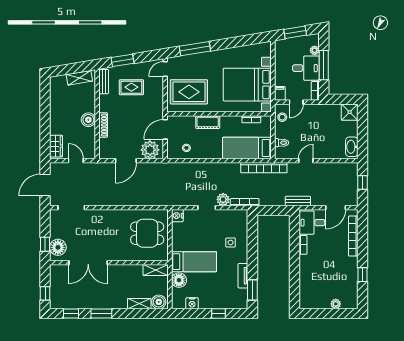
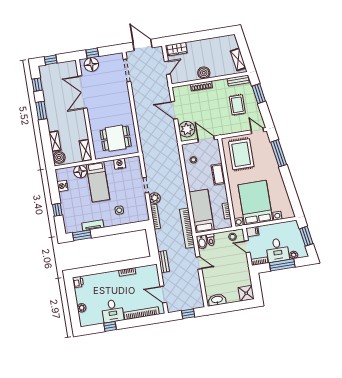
bidet: (283, 153) -> (202, 242), added
nightstand: (177, 216) -> (120, 164), moved
desk: (312, 223) -> (113, 311), moved, turned 180
dining table: (147, 233) -> (116, 138), turned 90
printer: (305, 303) -> (78, 282), added

